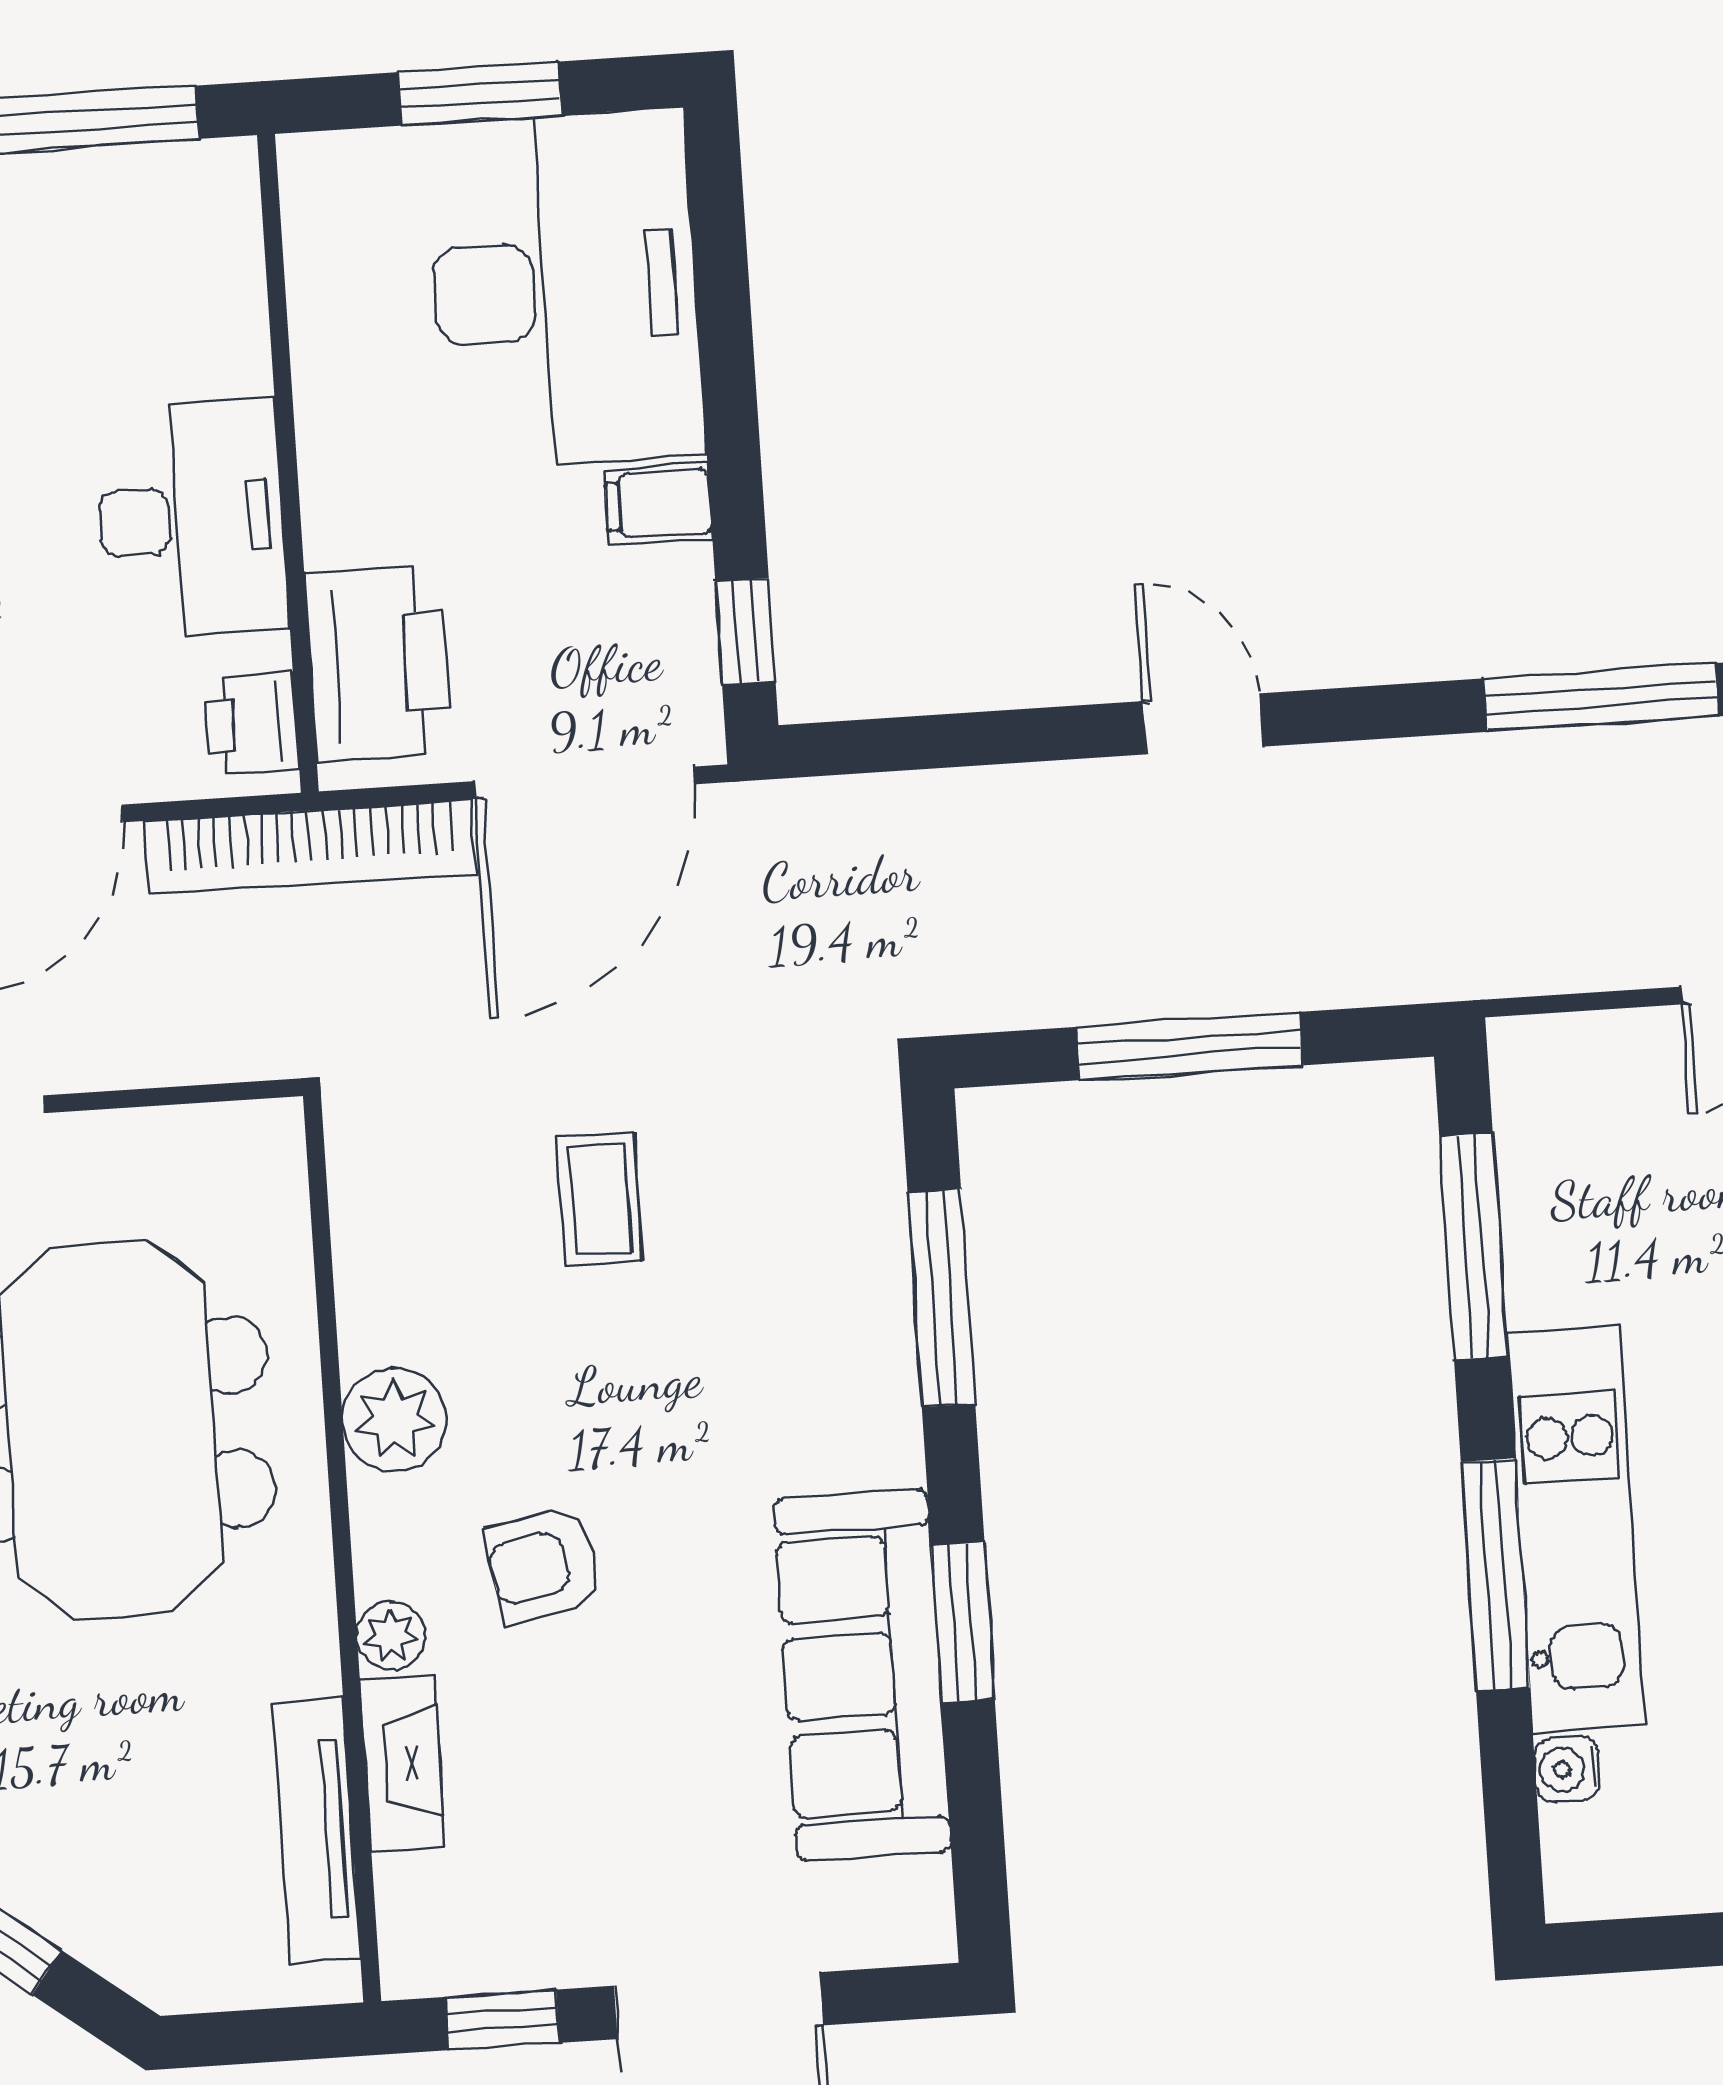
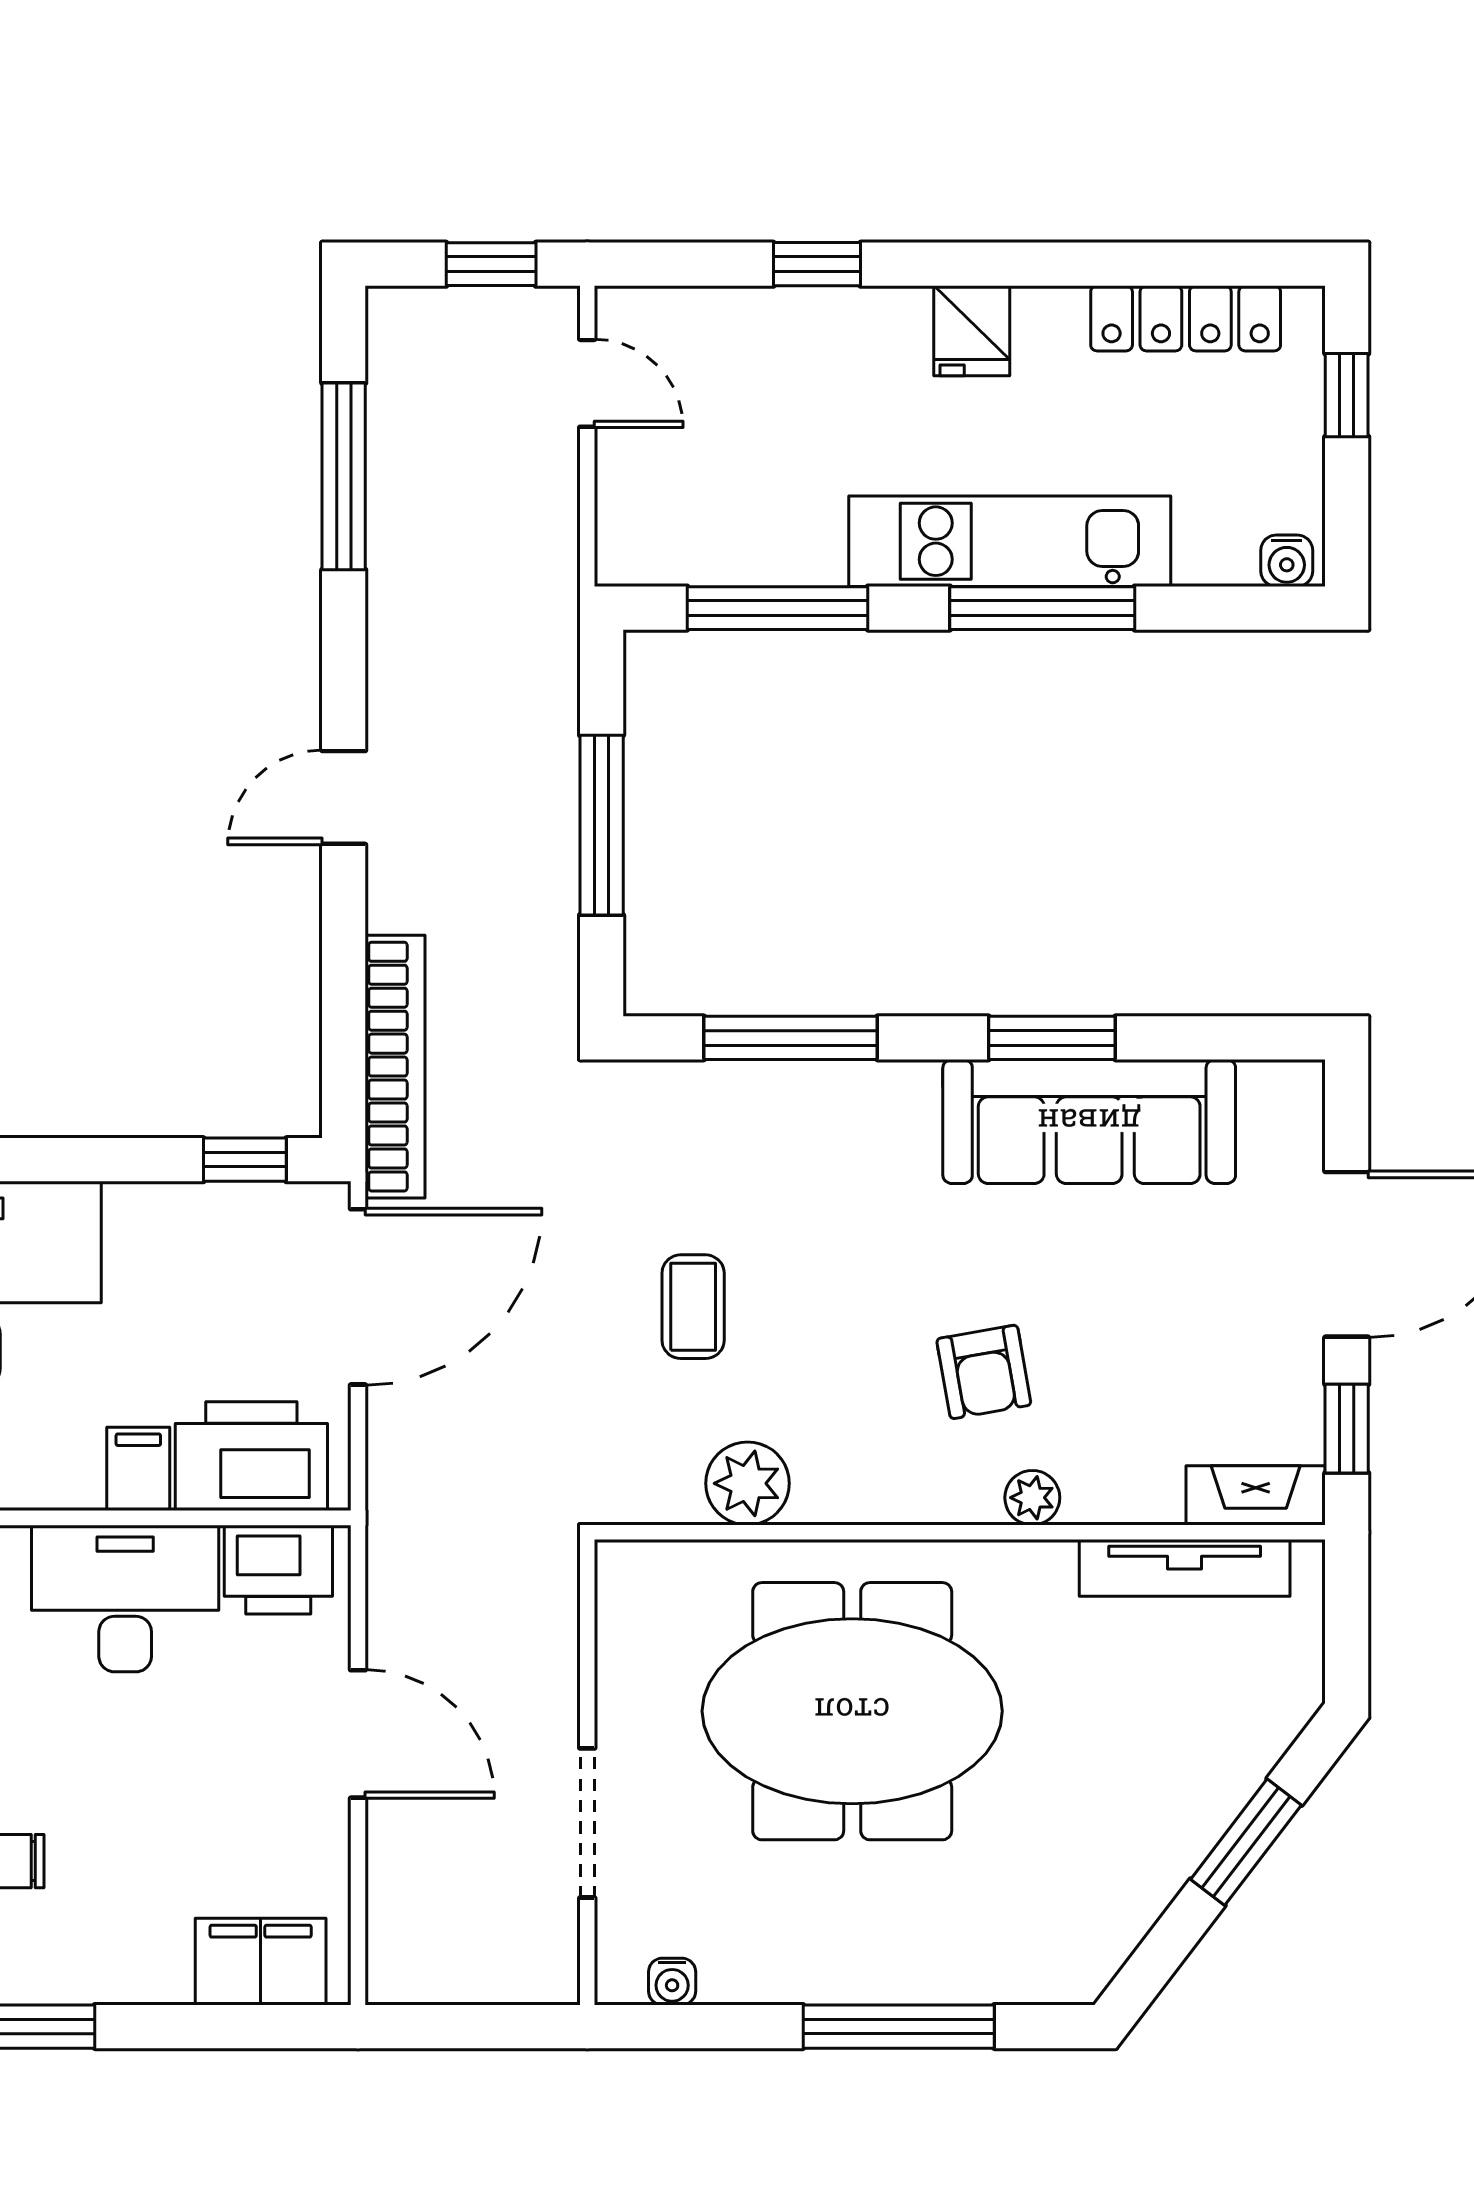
filing cabinet: (658, 504) -> (138, 1469), moved, turned 180
printer: (251, 724) -> (278, 1570), width x1.36, depth x1.24
door: (585, 783) -> (358, 1297), hinge flipped
bookcase: (310, 847) -> (395, 1067), moved
coffee table: (600, 1199) -> (693, 1307), turned 90
plant: (394, 1420) -> (748, 1483), moved
fireplace: (402, 1763) -> (1256, 1495), moved
water cooler: (1567, 1769) -> (1287, 561), moved

